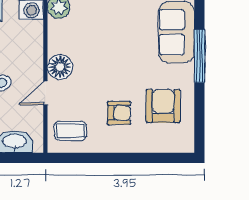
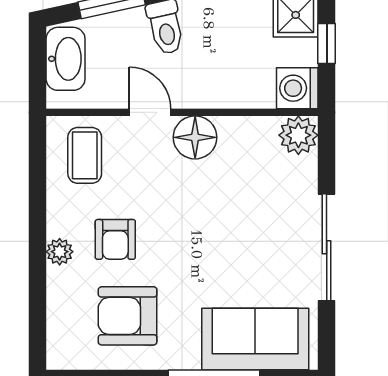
armchair: (163, 106) -> (128, 316), turned 180
plant: (126, 145) -> (60, 252), added

